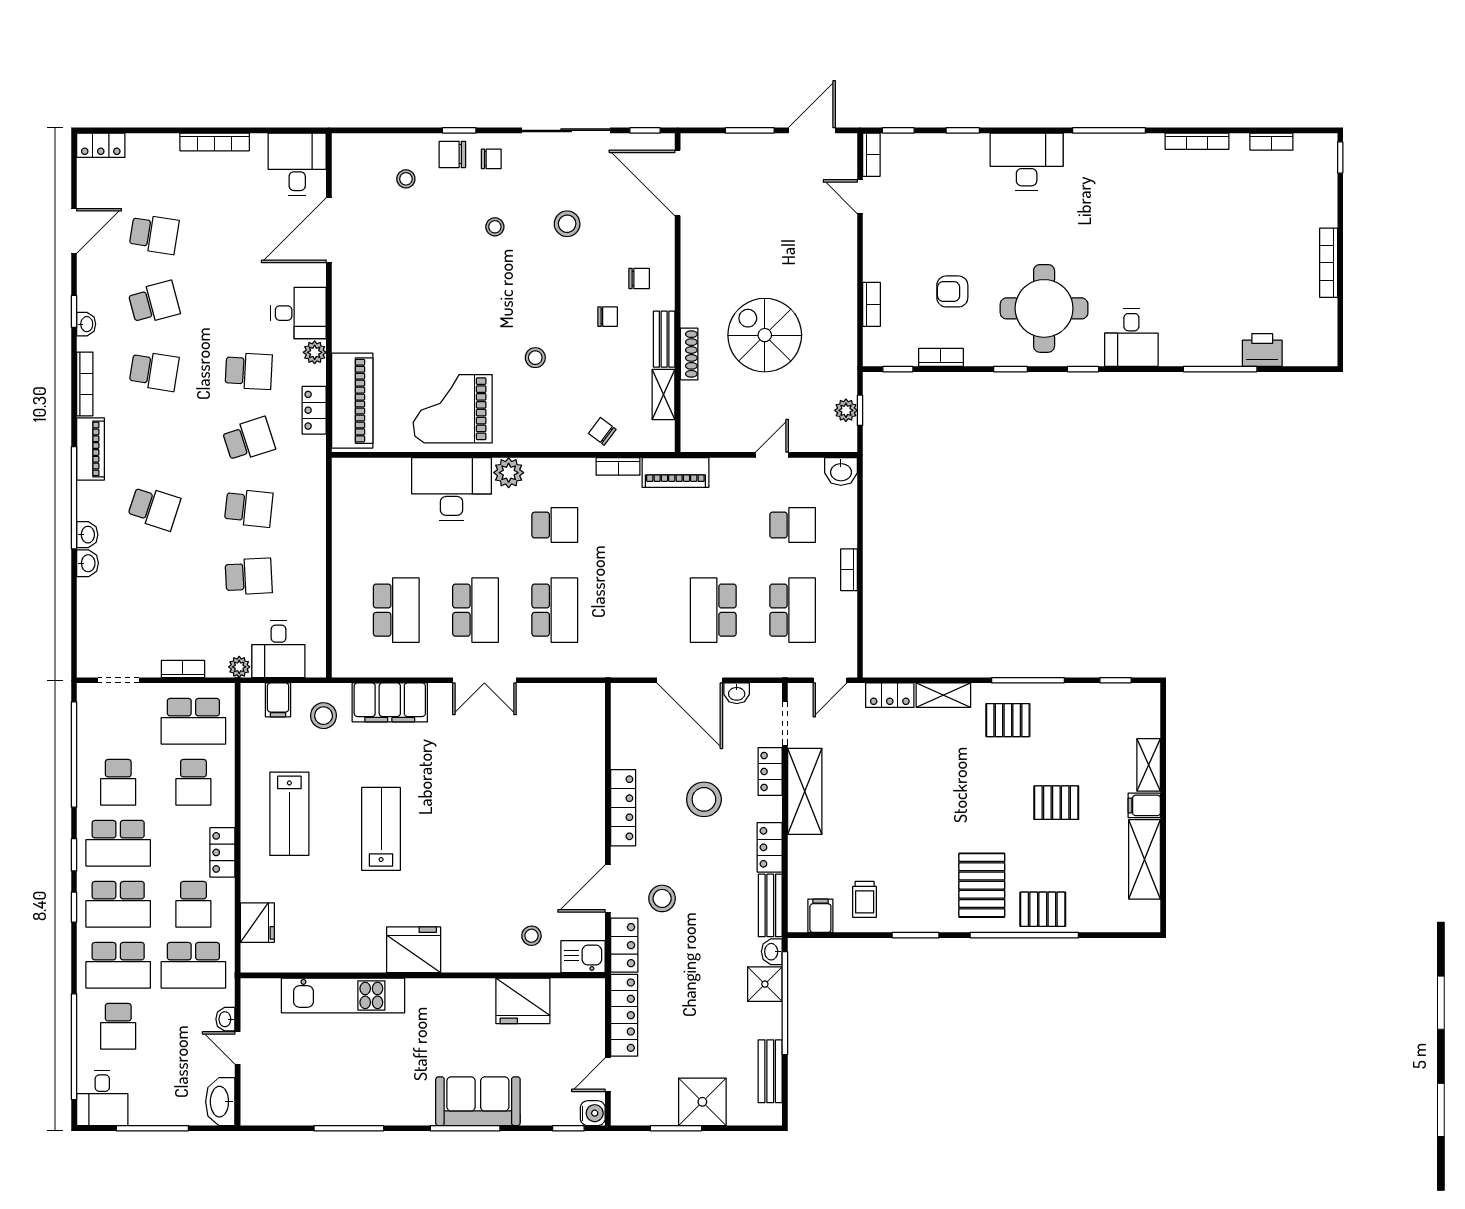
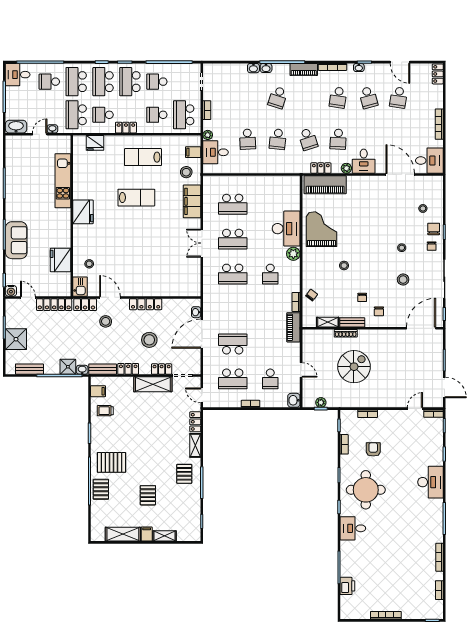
washbasin: (737, 693) -> (196, 312), moved

